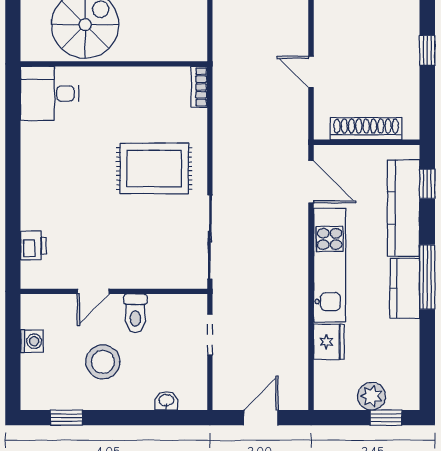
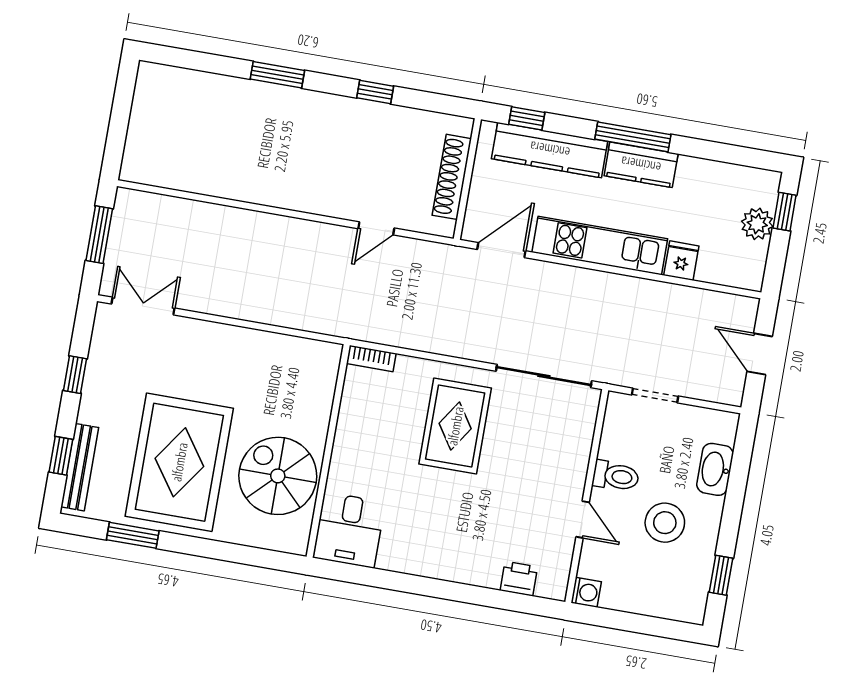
washing machine: (32, 341) -> (586, 592), moved, turned 90
fridge: (329, 342) -> (681, 261), width x0.72
washbasin: (166, 401) -> (715, 469), width x1.91, depth x1.45

